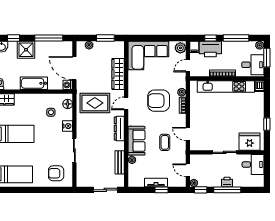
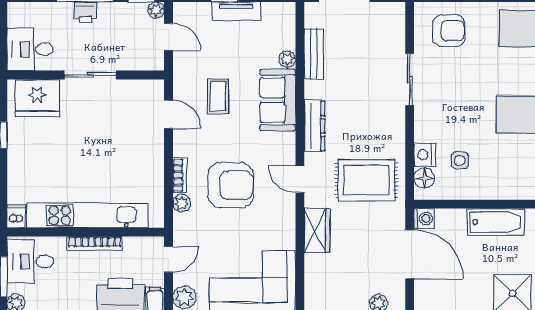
wardrobe: (118, 74) -> (317, 231), width x0.67
door: (126, 103) -> (300, 179), swing flipped
nightstand: (67, 126) -> (424, 155), moved

